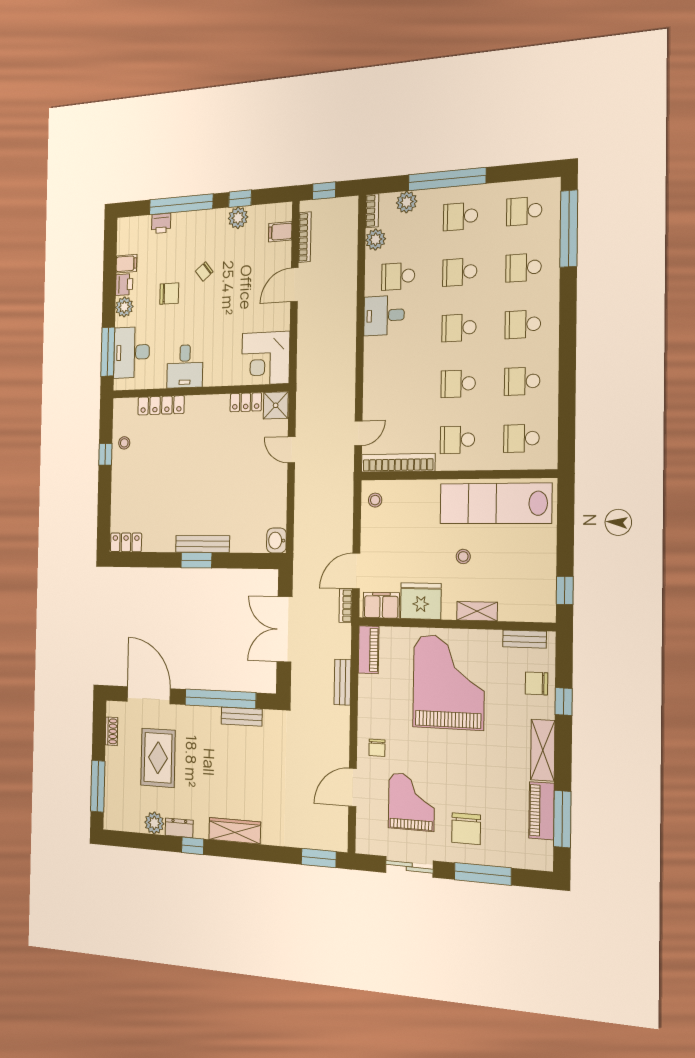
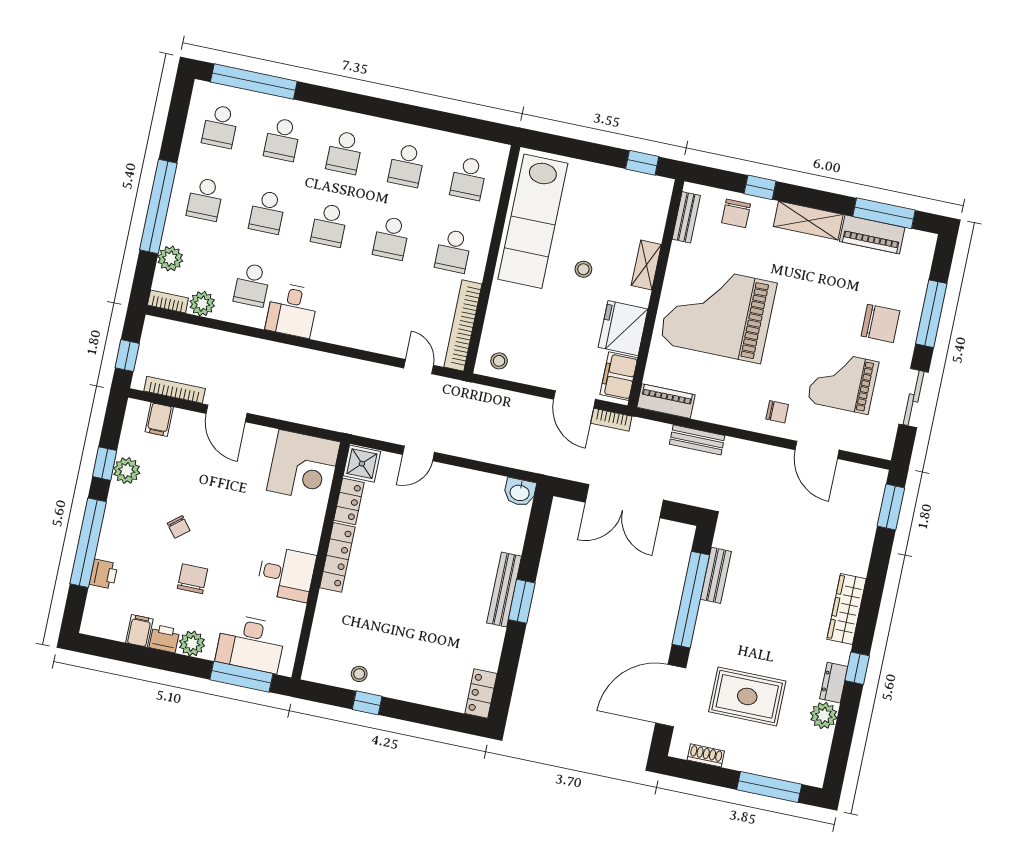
locker: (161, 405) -> (337, 557), moved

